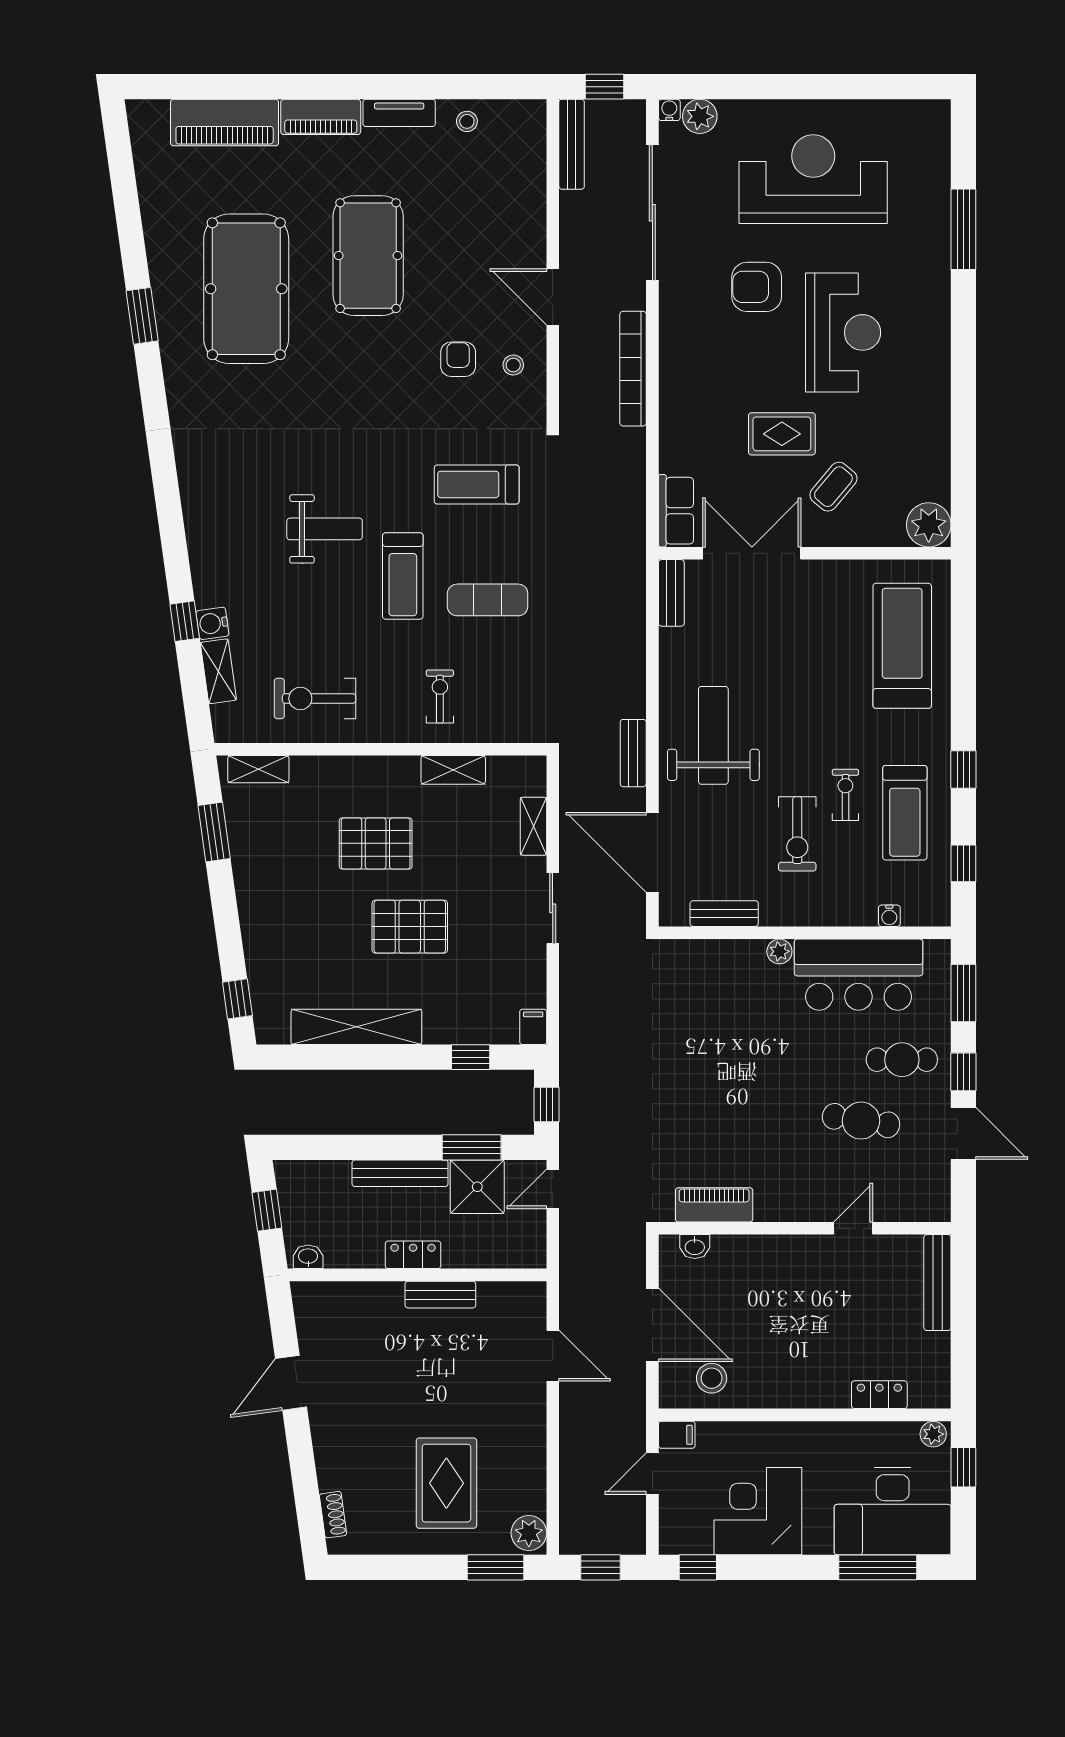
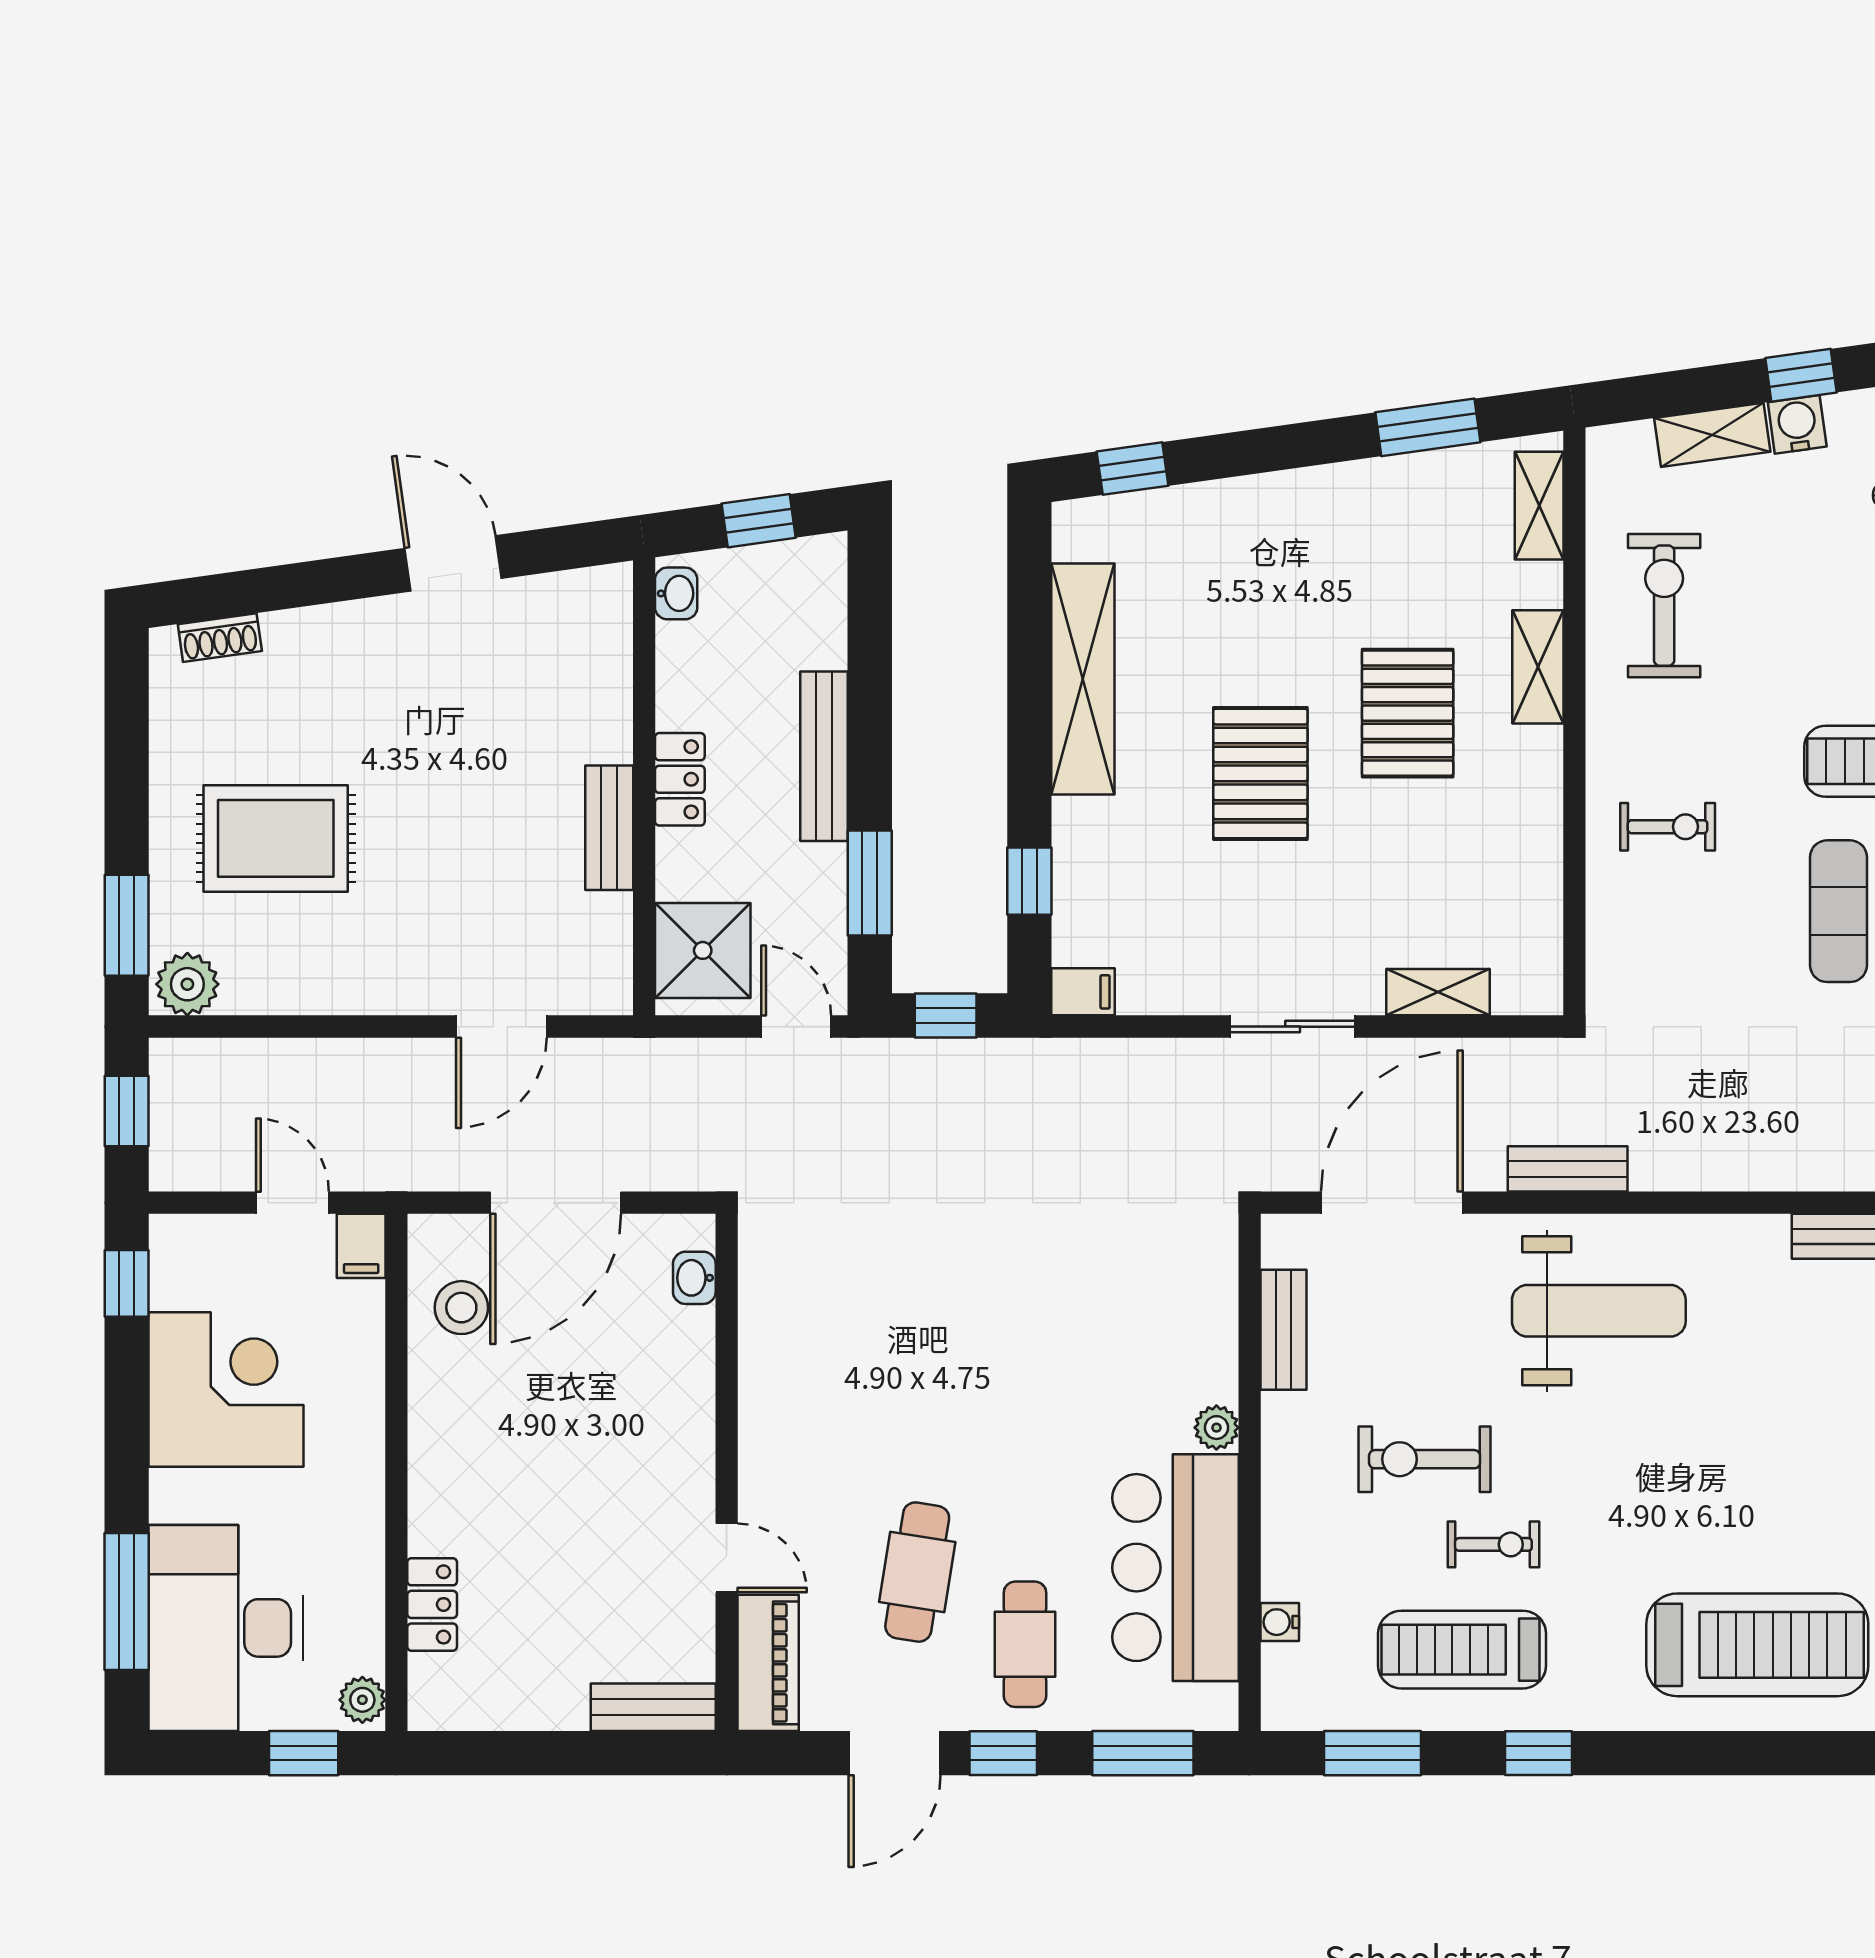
shelving: (453, 770) -> (1538, 667), moved
window: (963, 863) -> (1372, 1753), width x1.50
shower: (477, 1187) -> (703, 950), moved
piano: (714, 1205) -> (768, 1663), moved
bench: (937, 1283) -> (653, 1707), width x0.73

